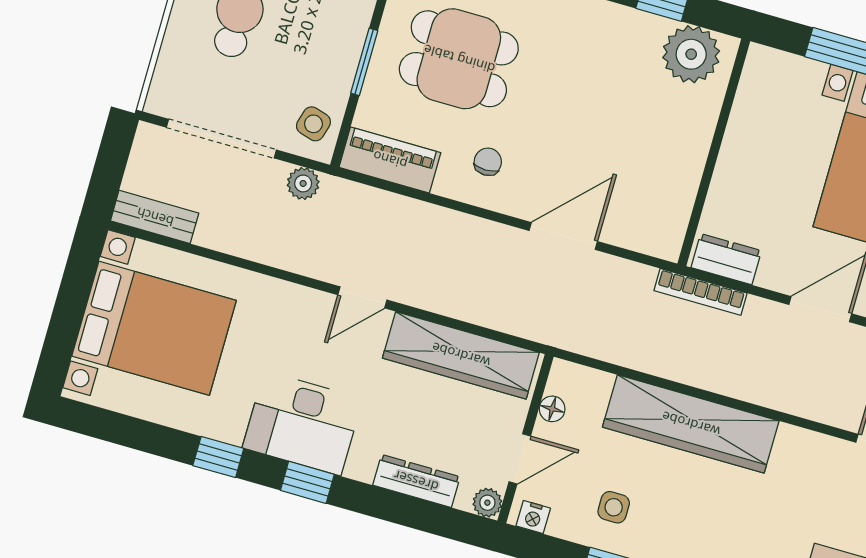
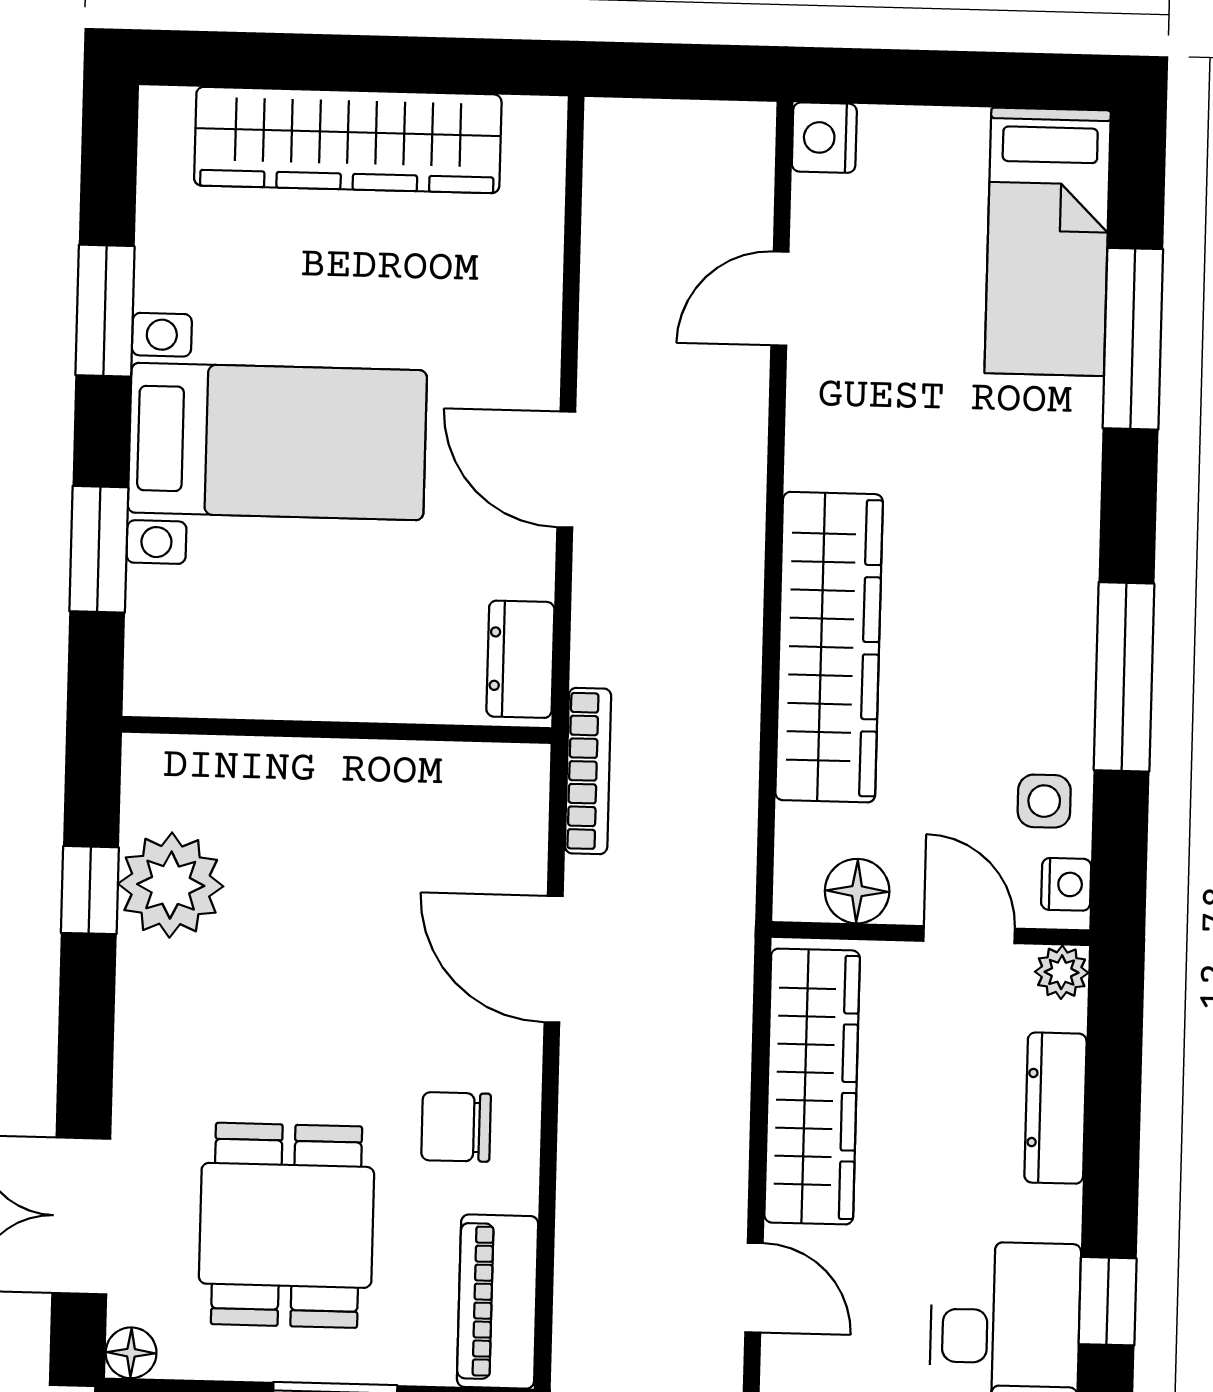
plant: (691, 54) -> (171, 885), moved
chair: (488, 162) -> (456, 1127), width x1.37, depth x1.37
bookcase: (700, 292) -> (588, 771), moved
floor lamp: (552, 409) -> (857, 891), width x1.37, depth x1.37
side table: (614, 507) -> (1044, 801), moved

